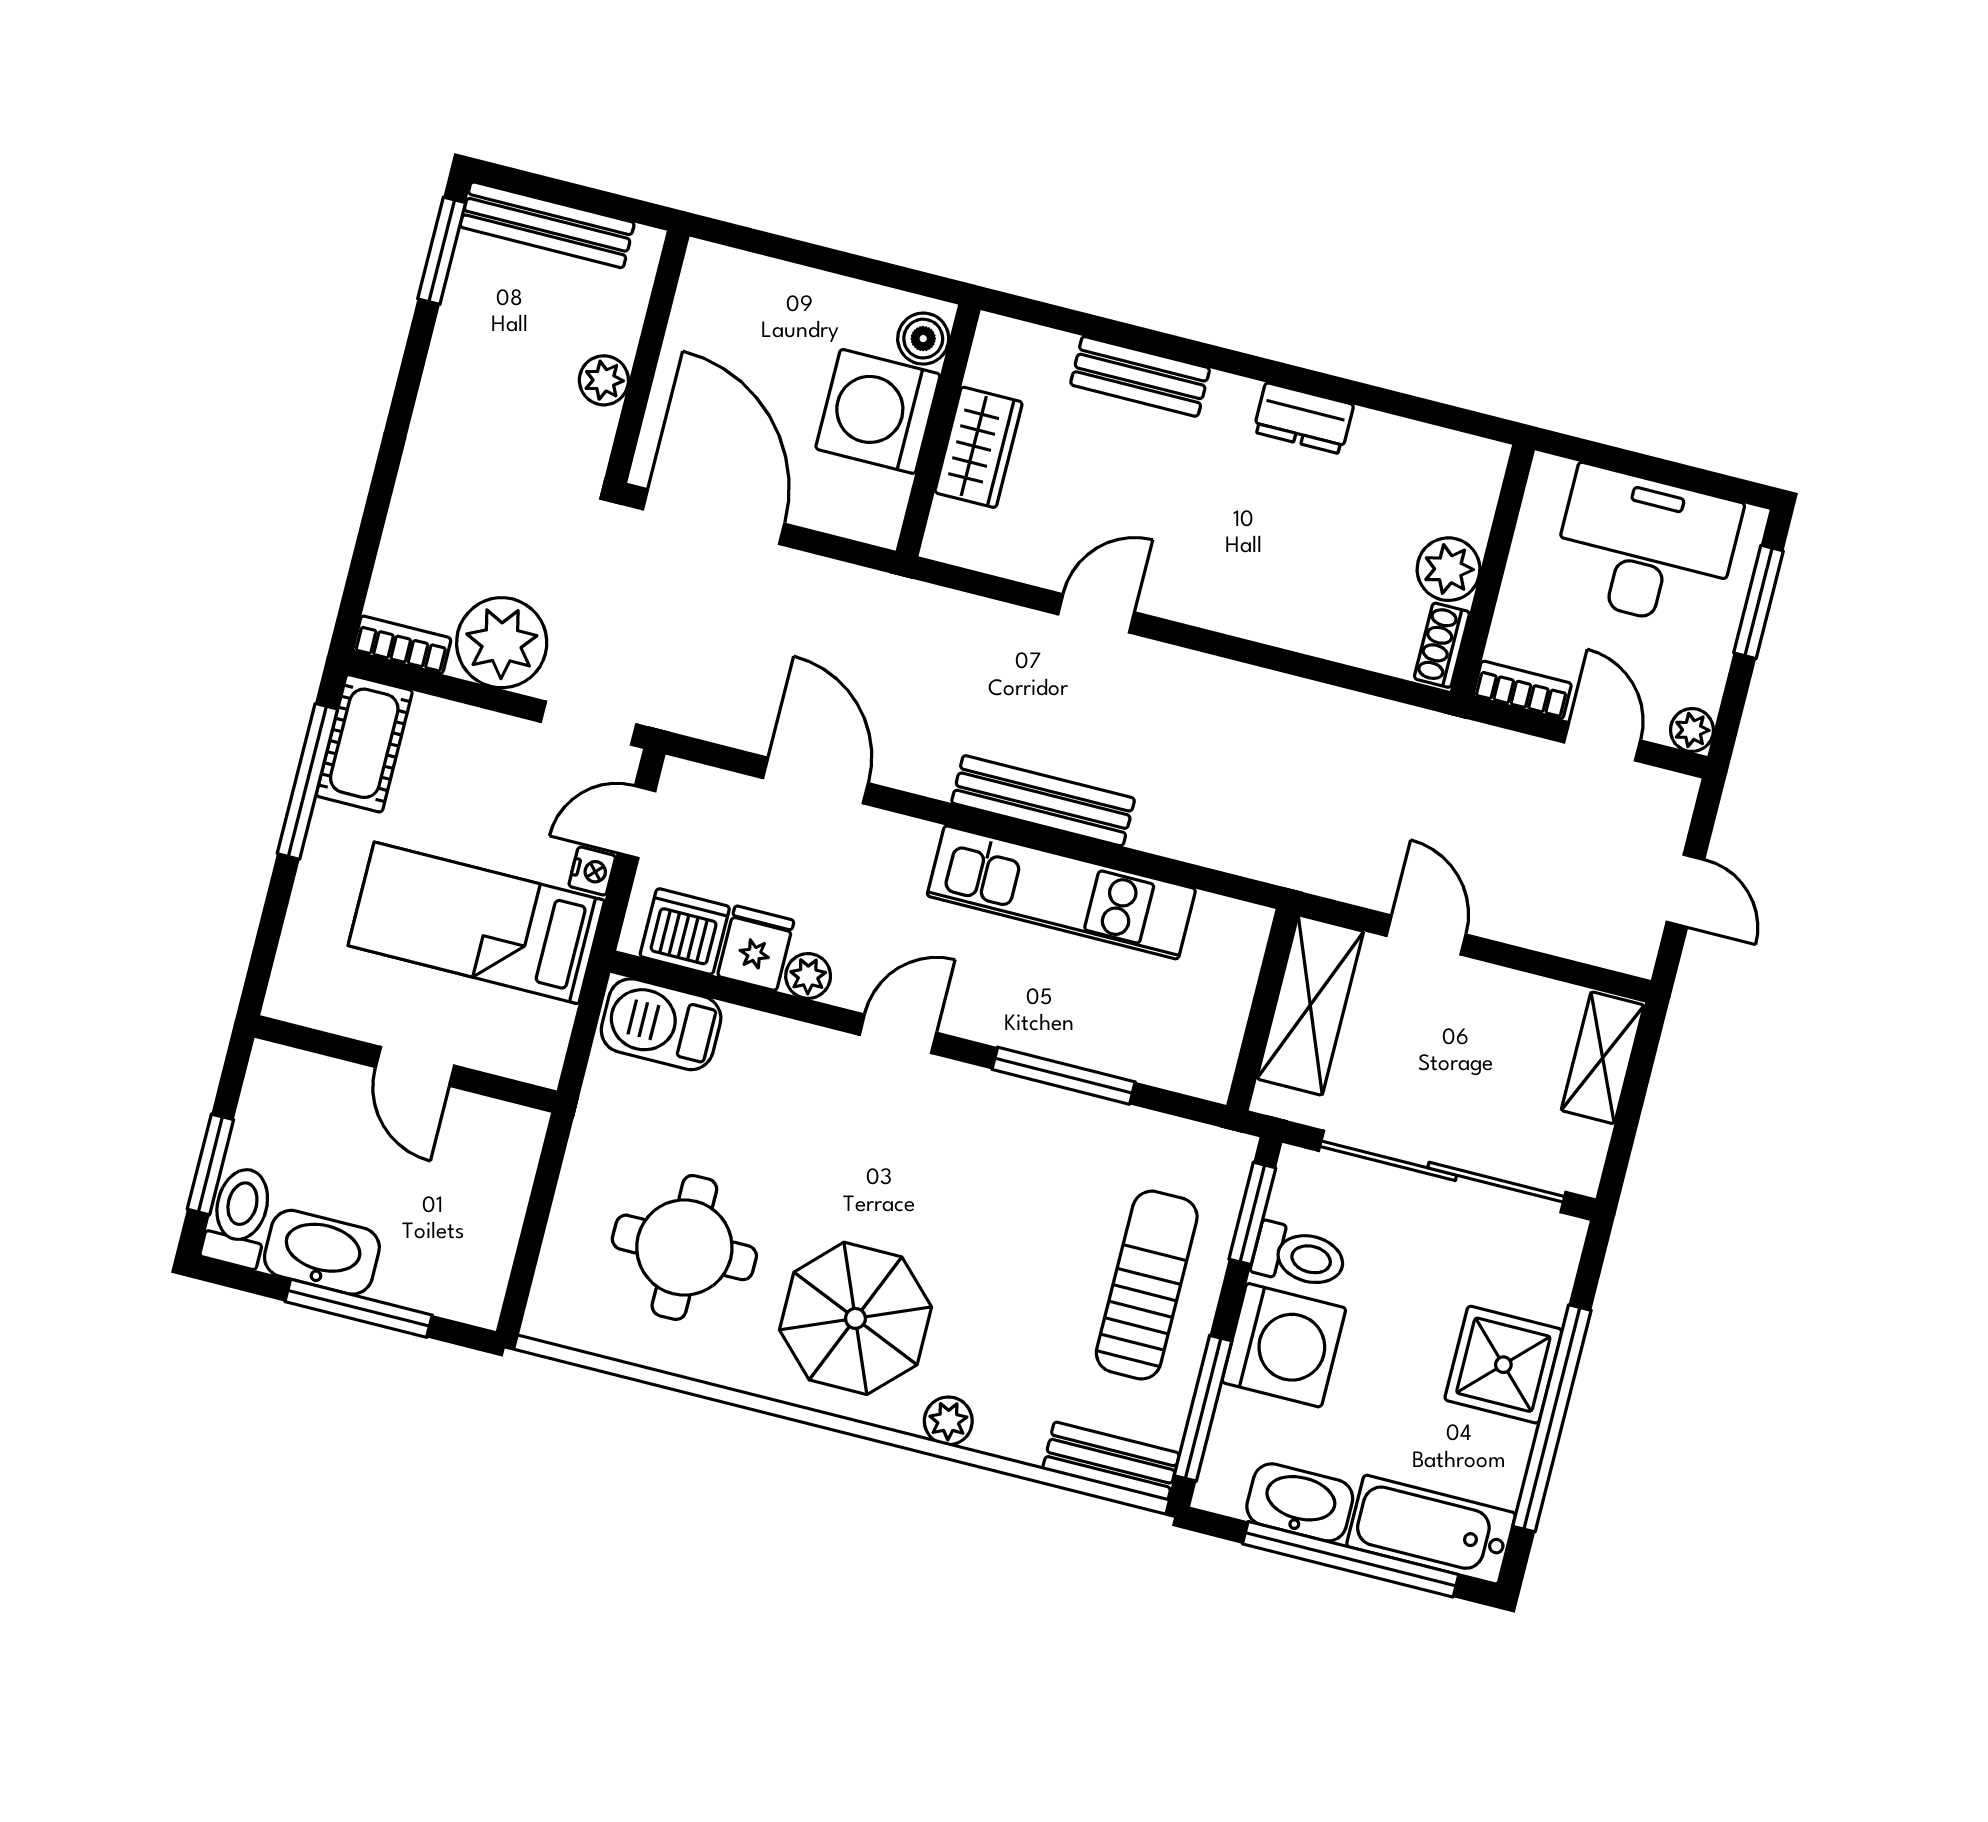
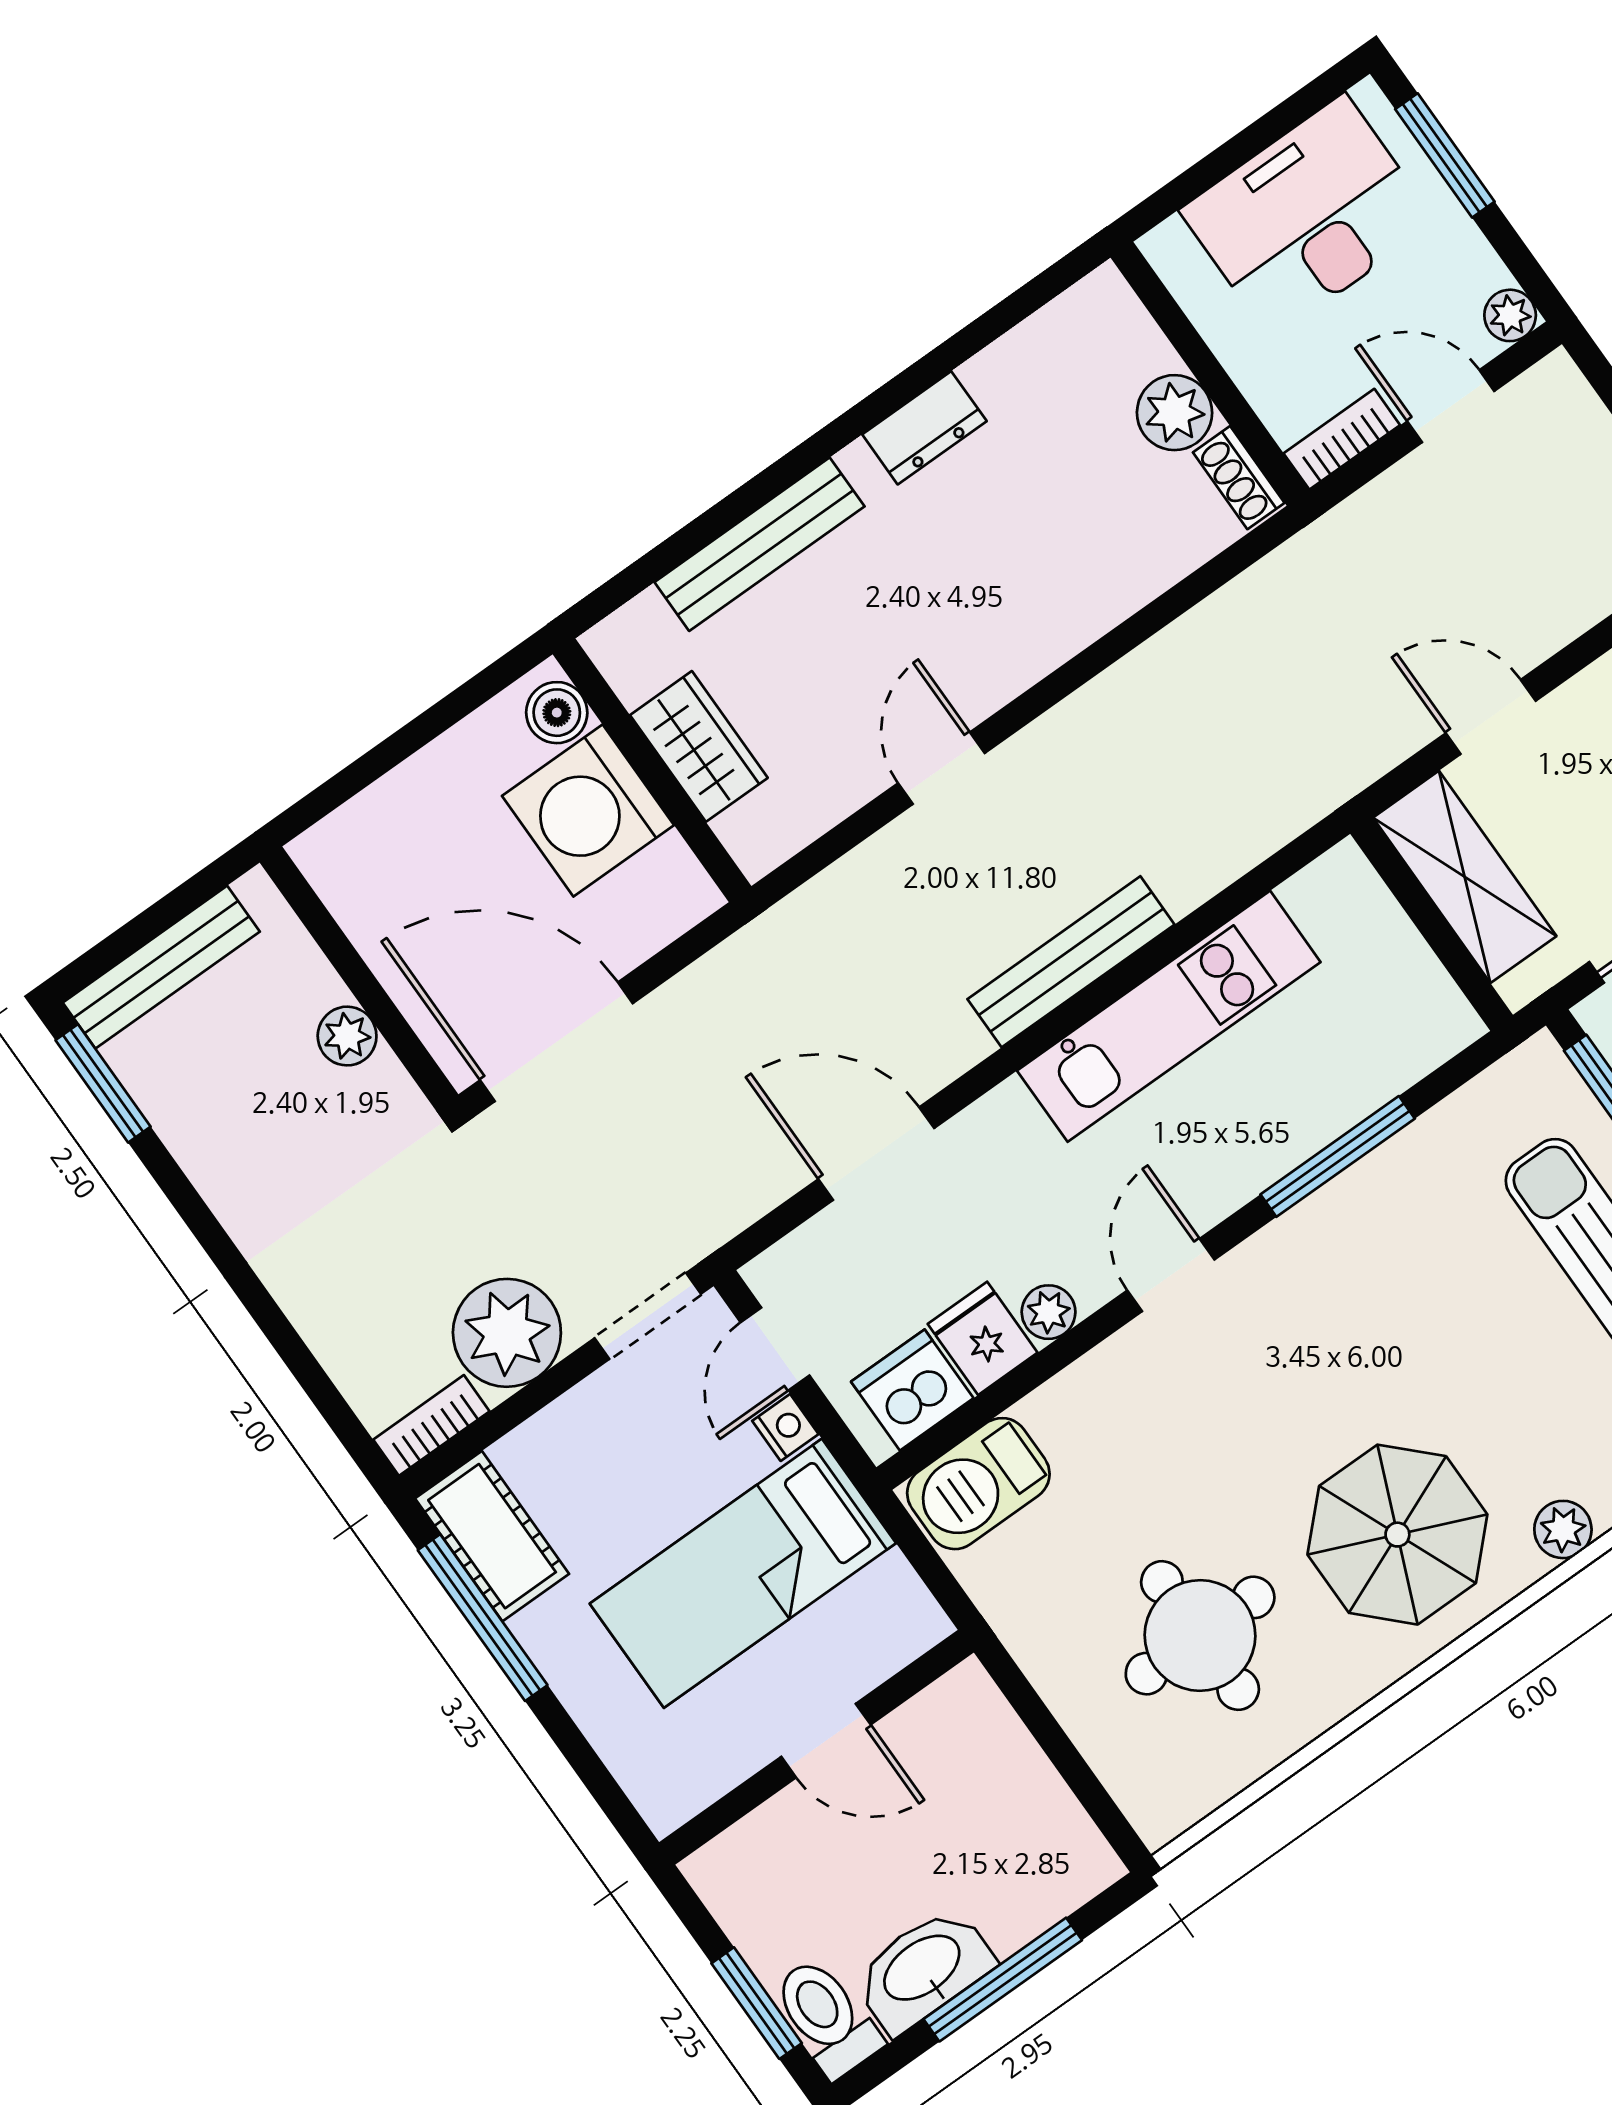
bench: (1140, 376) -> (759, 544), width x1.36

